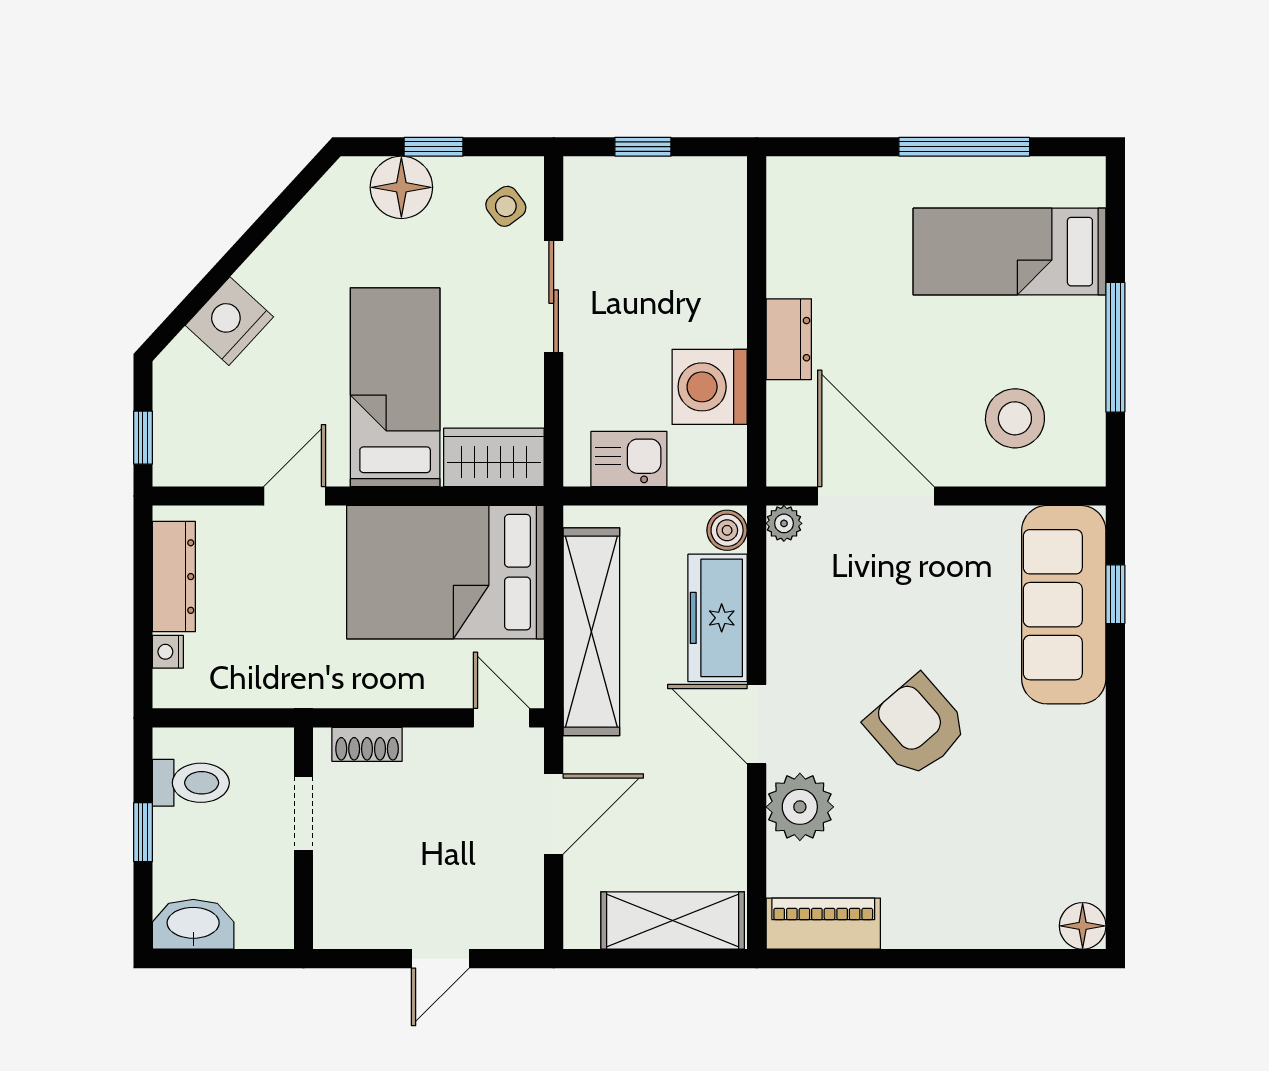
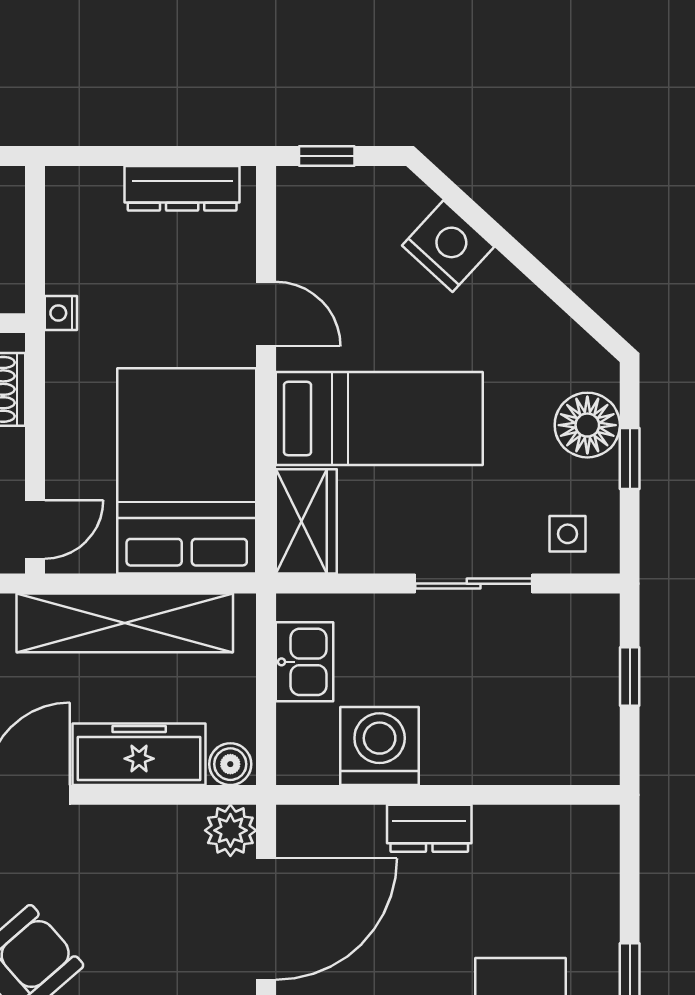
side table: (506, 206) -> (568, 534), turned 37
plant: (784, 523) -> (230, 830), width x1.38, depth x1.38
nightstand: (168, 652) -> (61, 313), moved, turned -90

